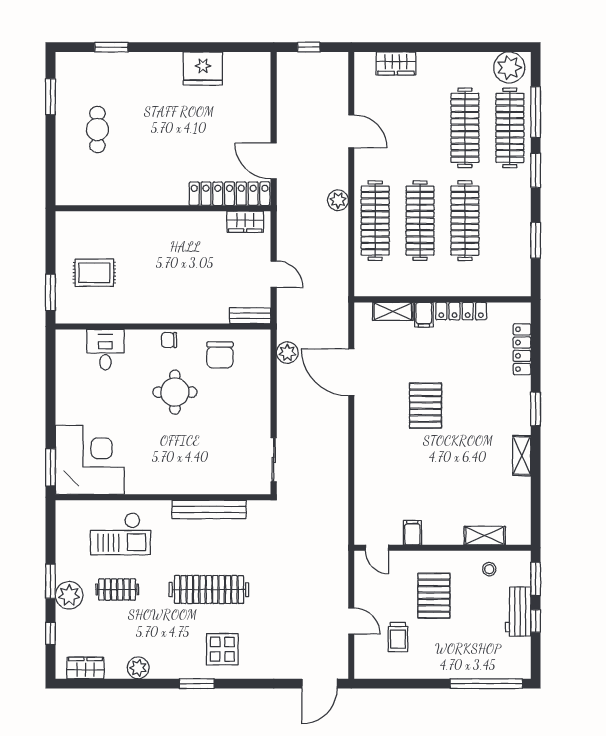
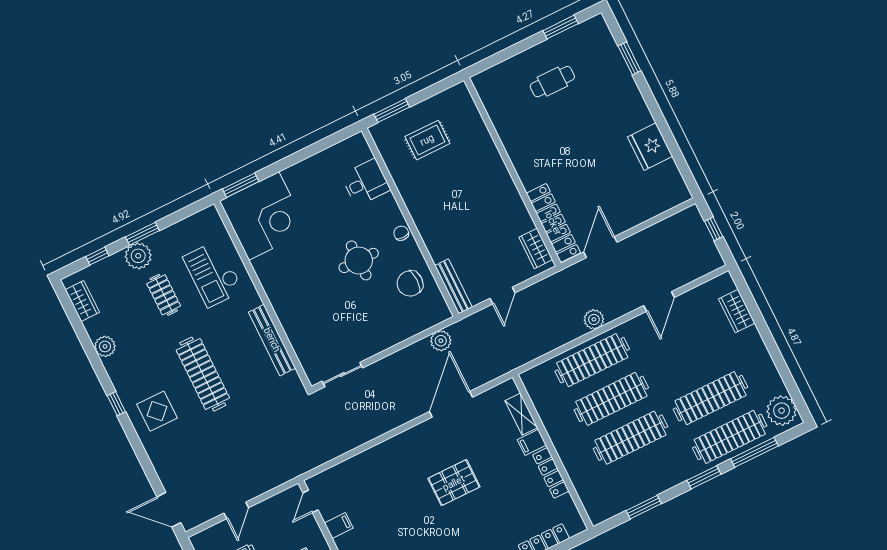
rug: (94, 273) -> (427, 140), turned 90
bench: (250, 316) -> (453, 286), width x1.36
window: (197, 684) -> (116, 404), width x0.67

